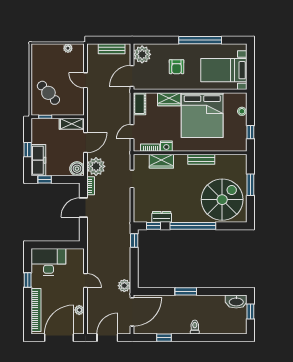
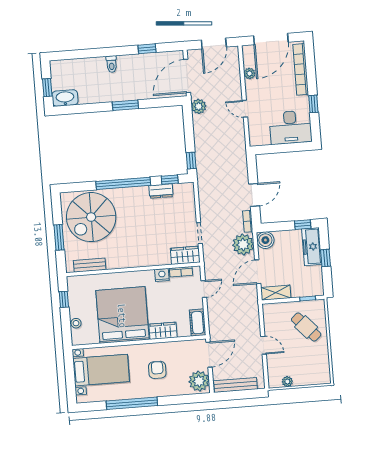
bench: (112, 49) -> (236, 385), width x1.36
bench: (201, 159) -> (90, 265), moved
wardrobe: (161, 161) -> (185, 255), moved

